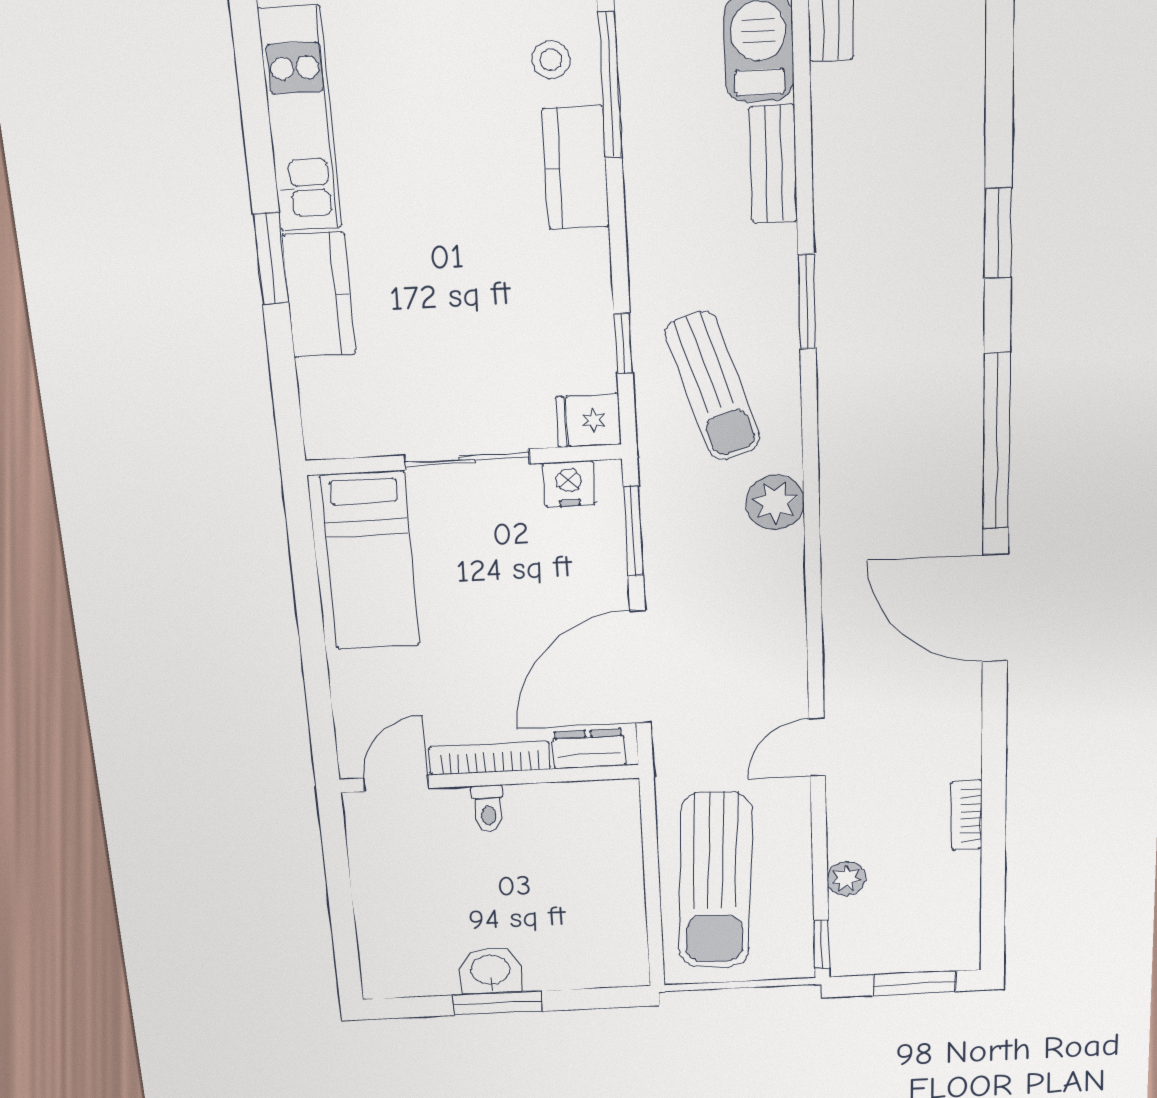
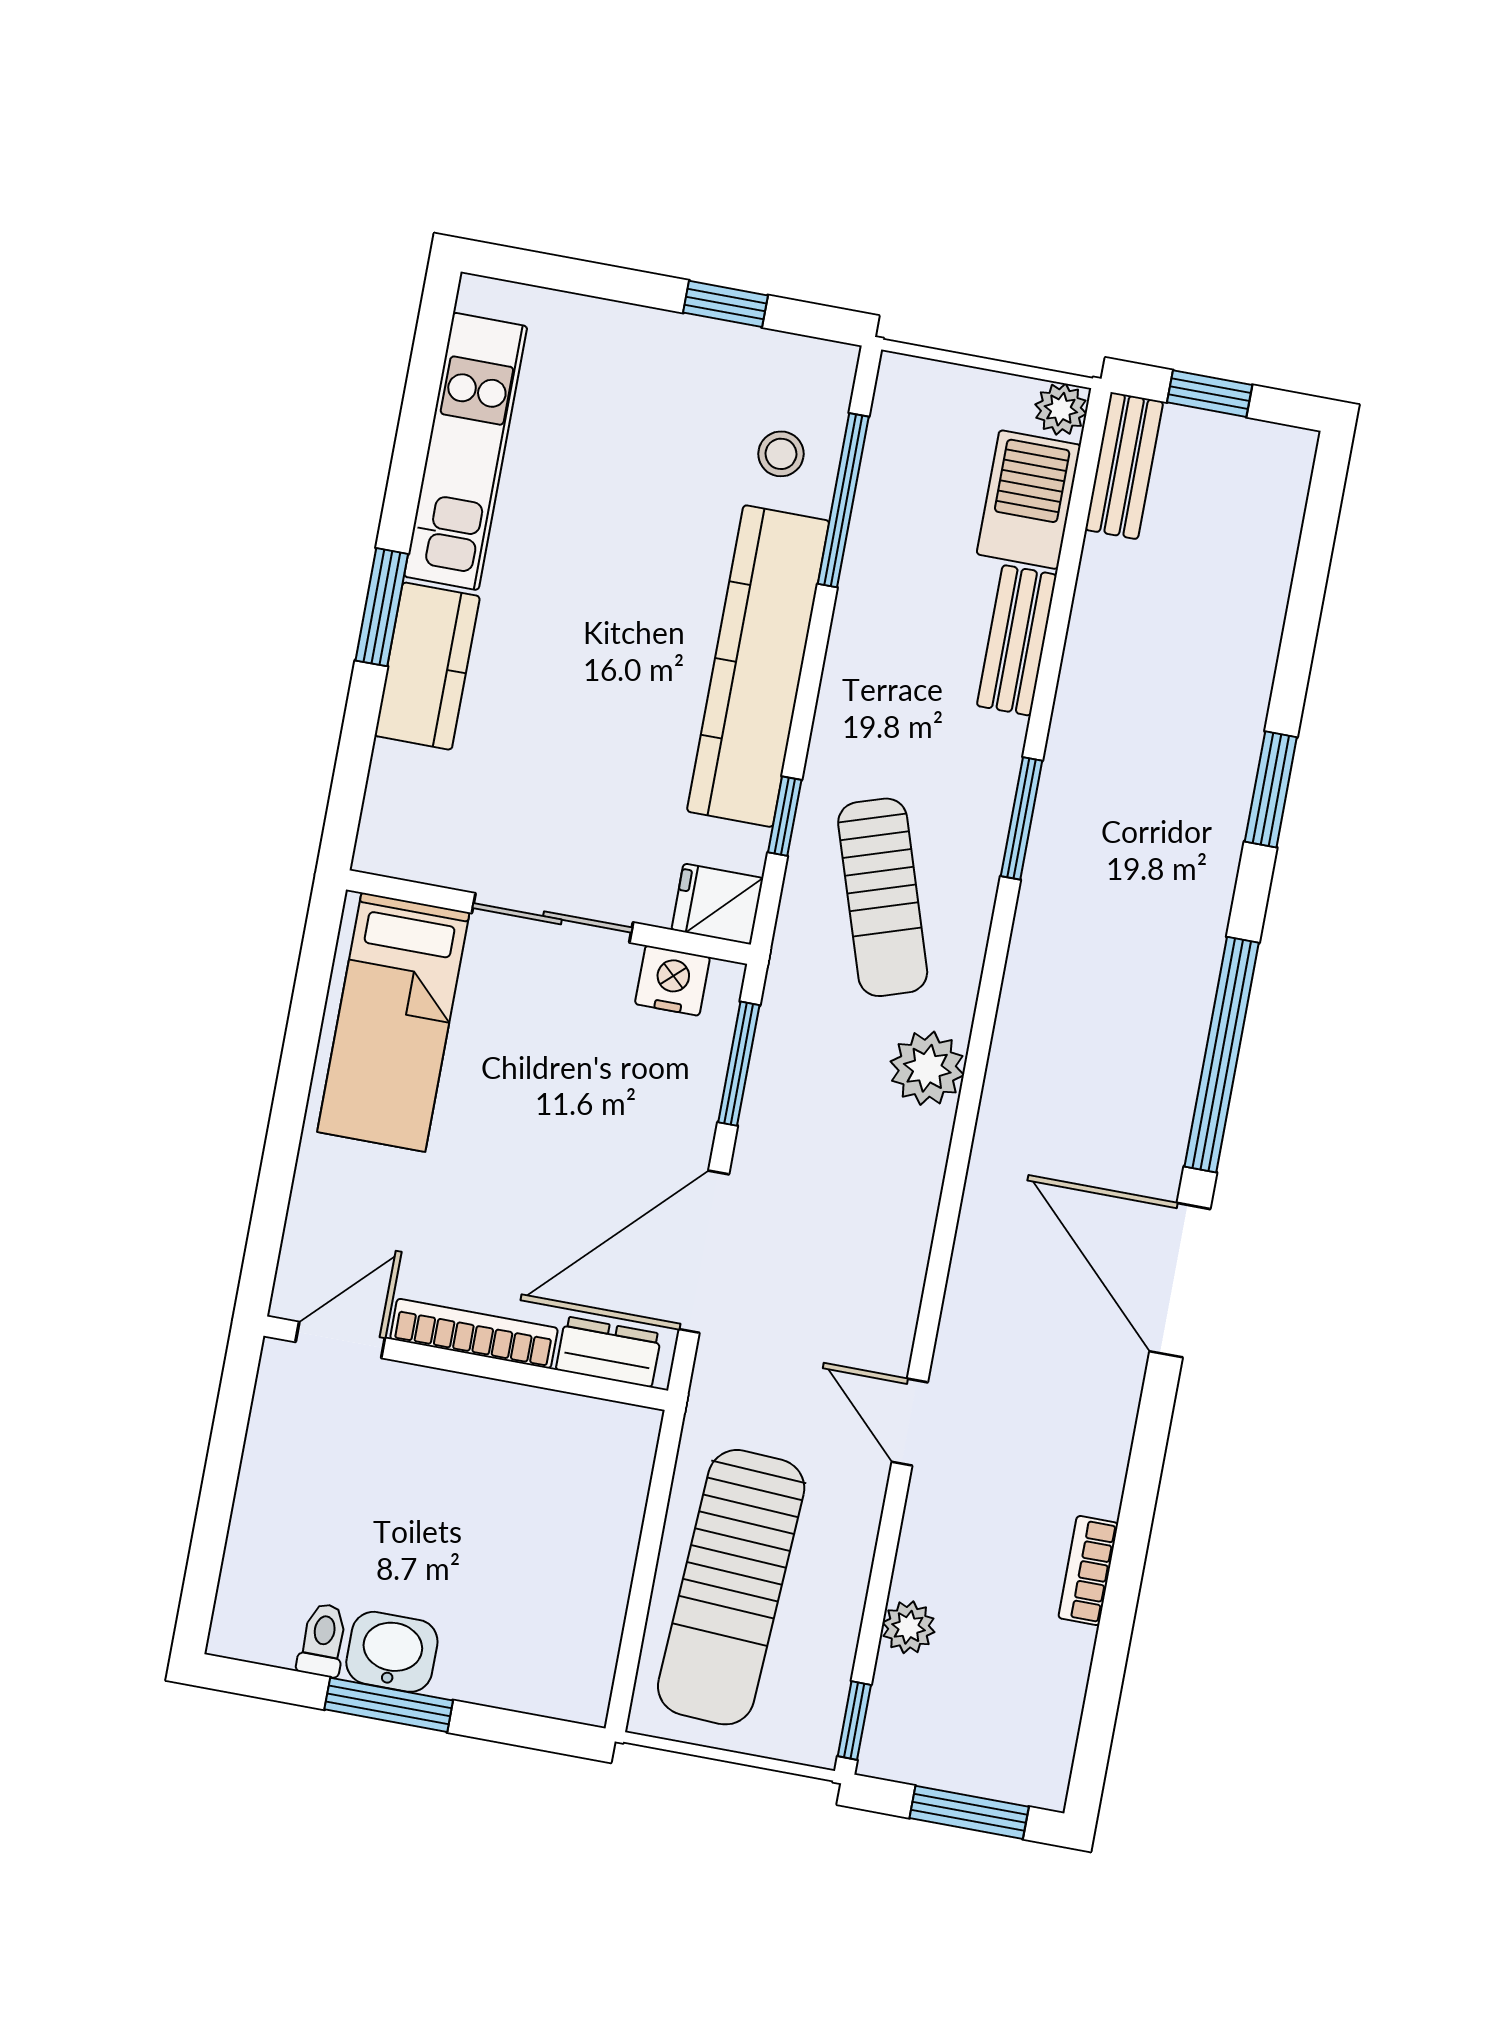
kitchen counter: (576, 168) -> (758, 666), width x2.08, depth x1.17
door: (817, 747) -> (910, 1422), hinge flipped
toilet: (488, 809) -> (323, 1640), moved, turned 180

